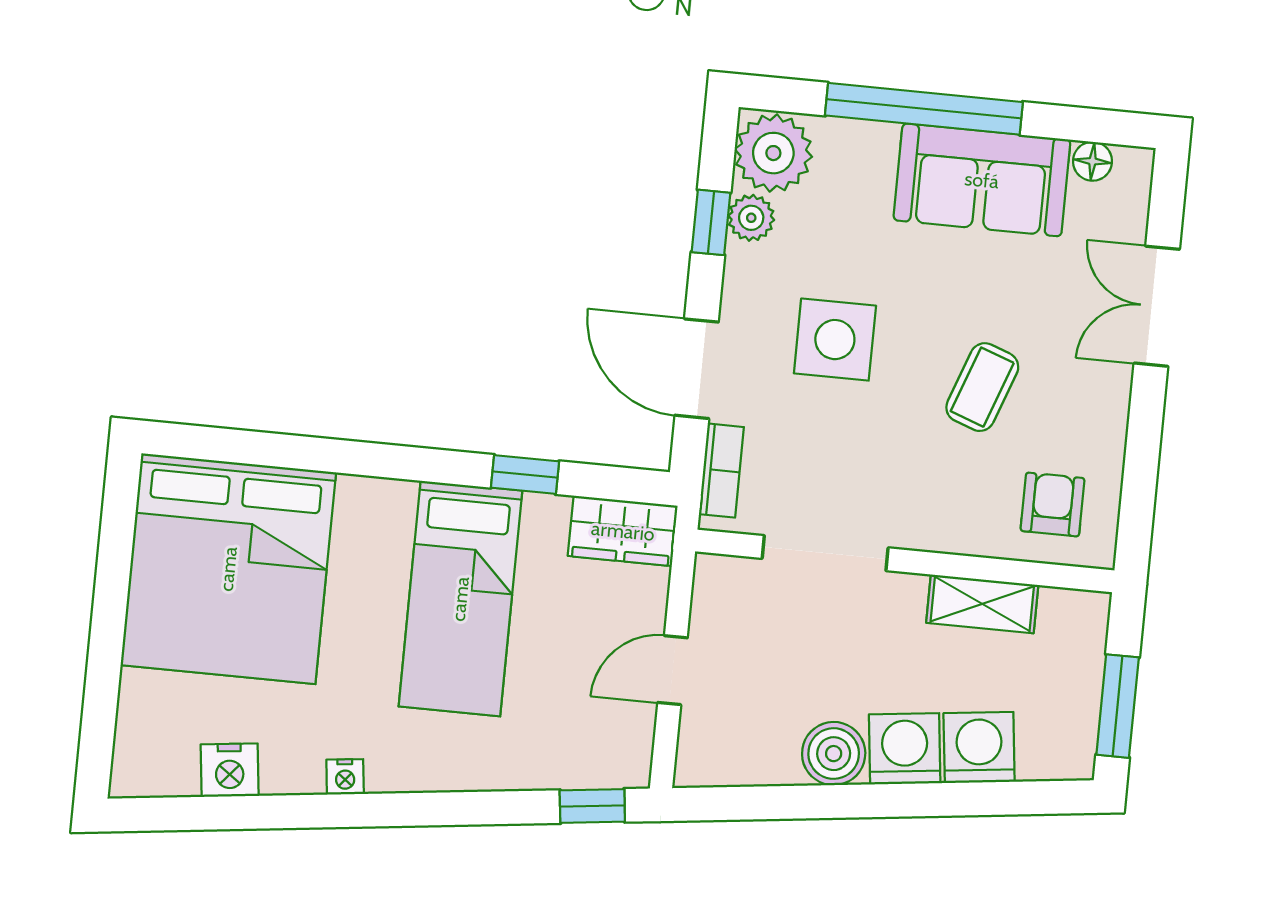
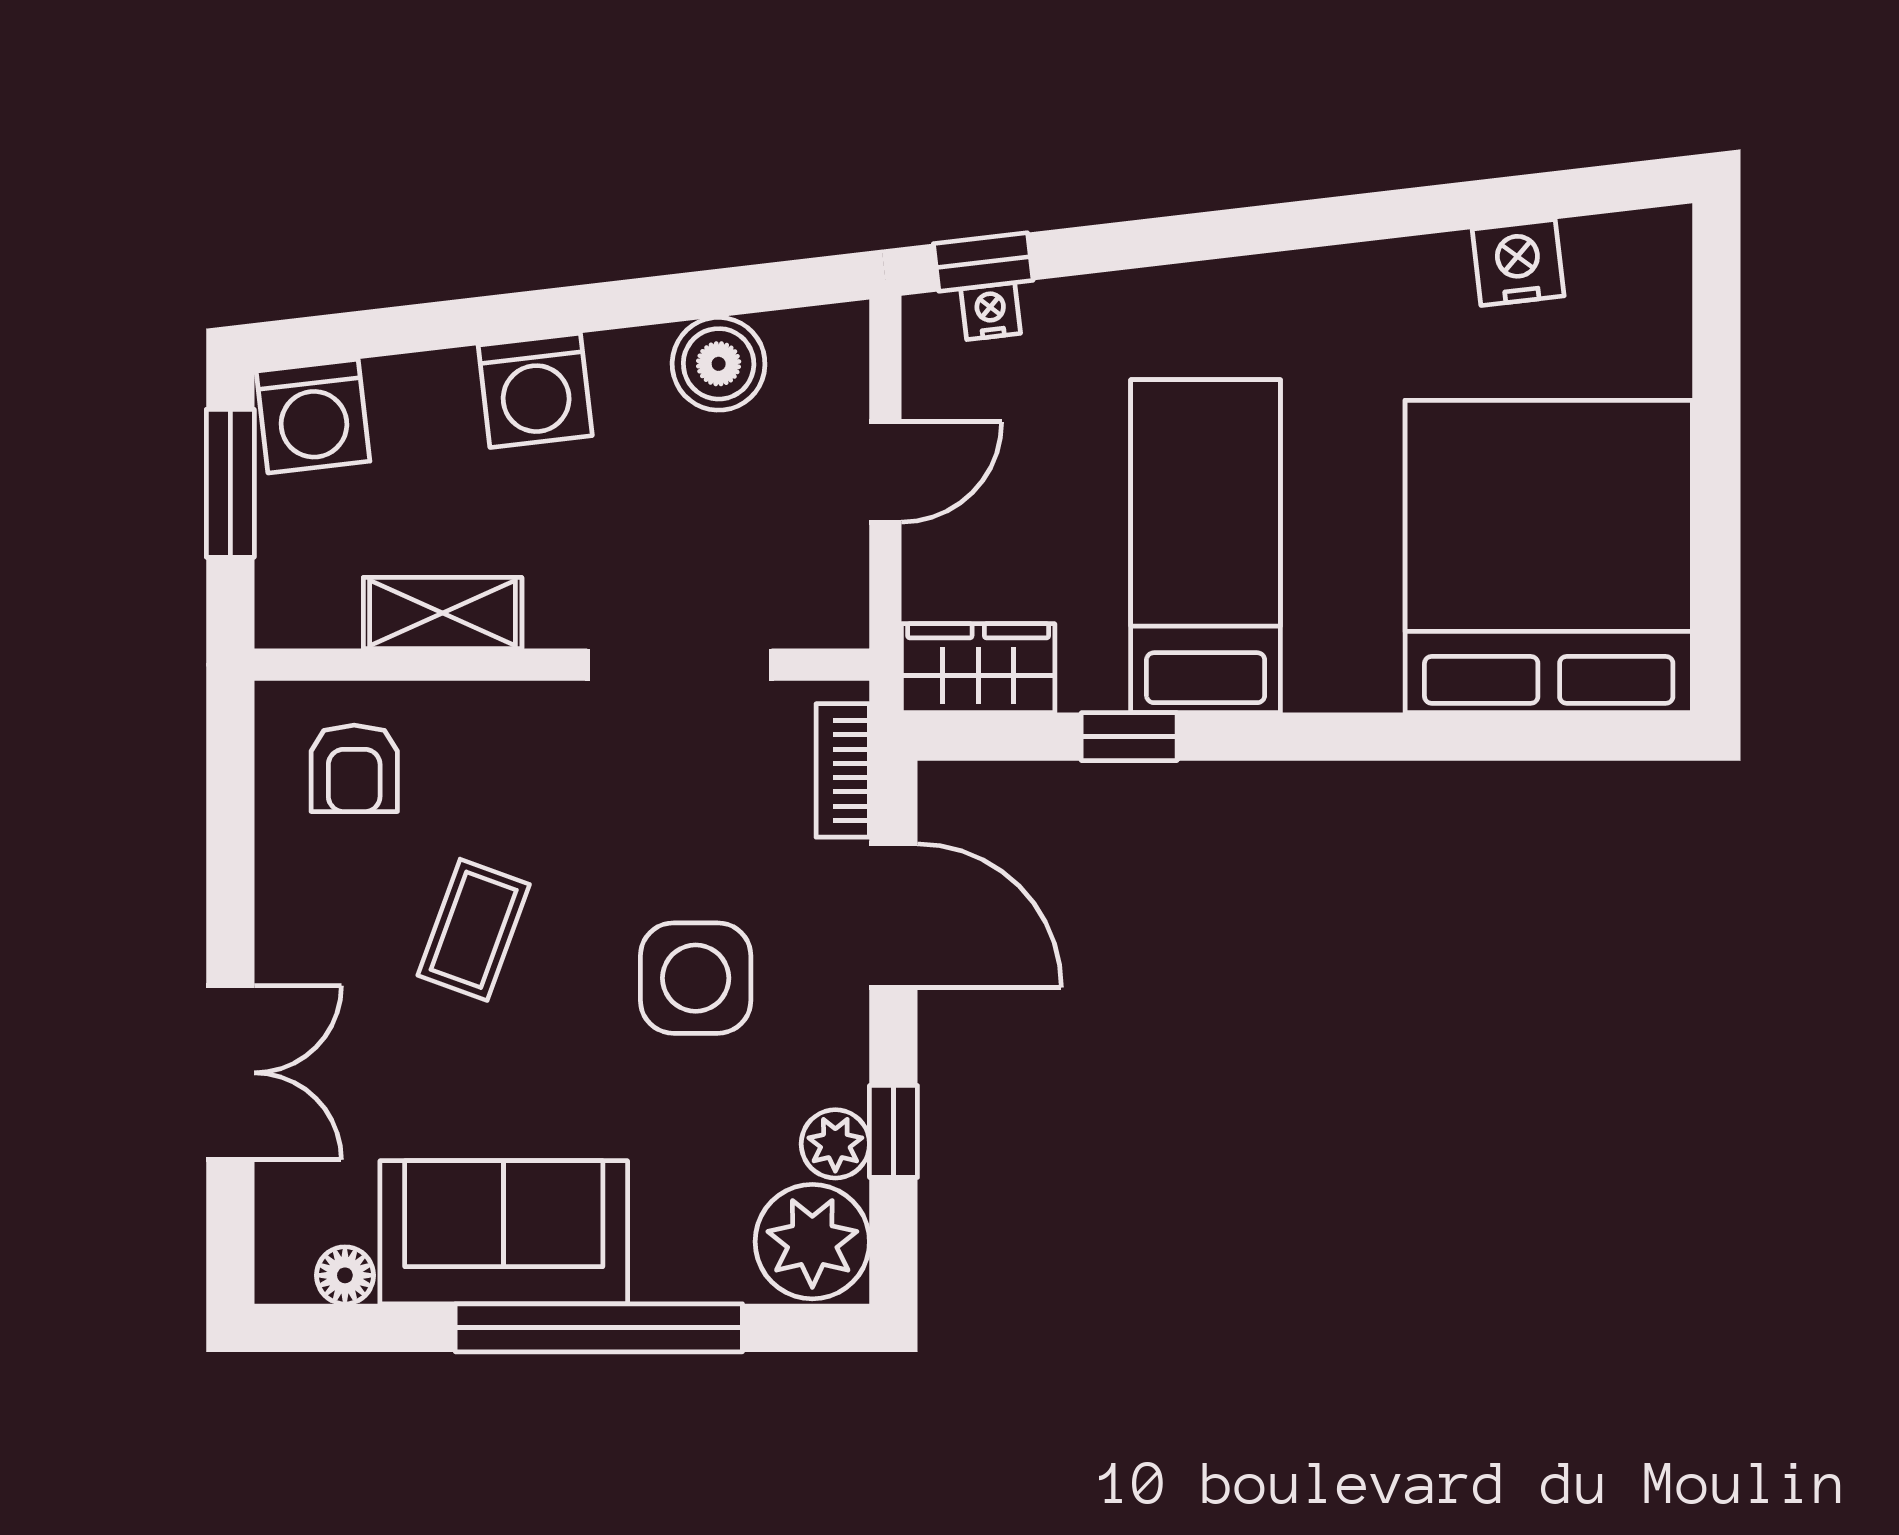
washing machine: (979, 748) -> (313, 416), moved
boiler: (834, 754) -> (719, 364), moved
nightstand: (345, 777) -> (991, 311), moved

